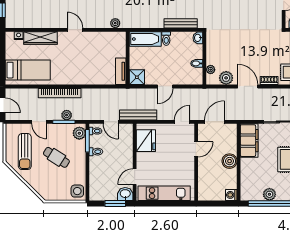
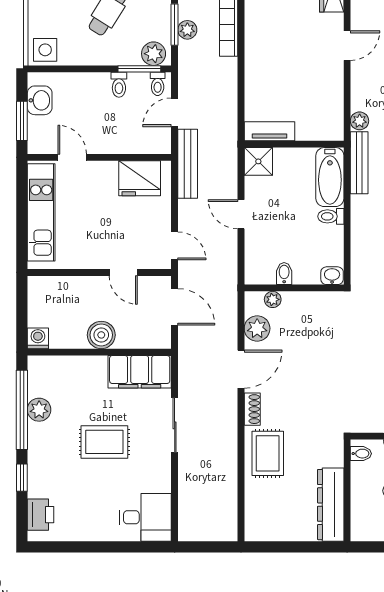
bench: (181, 23) -> (359, 163), moved
washbasin: (125, 194) -> (40, 100), moved

